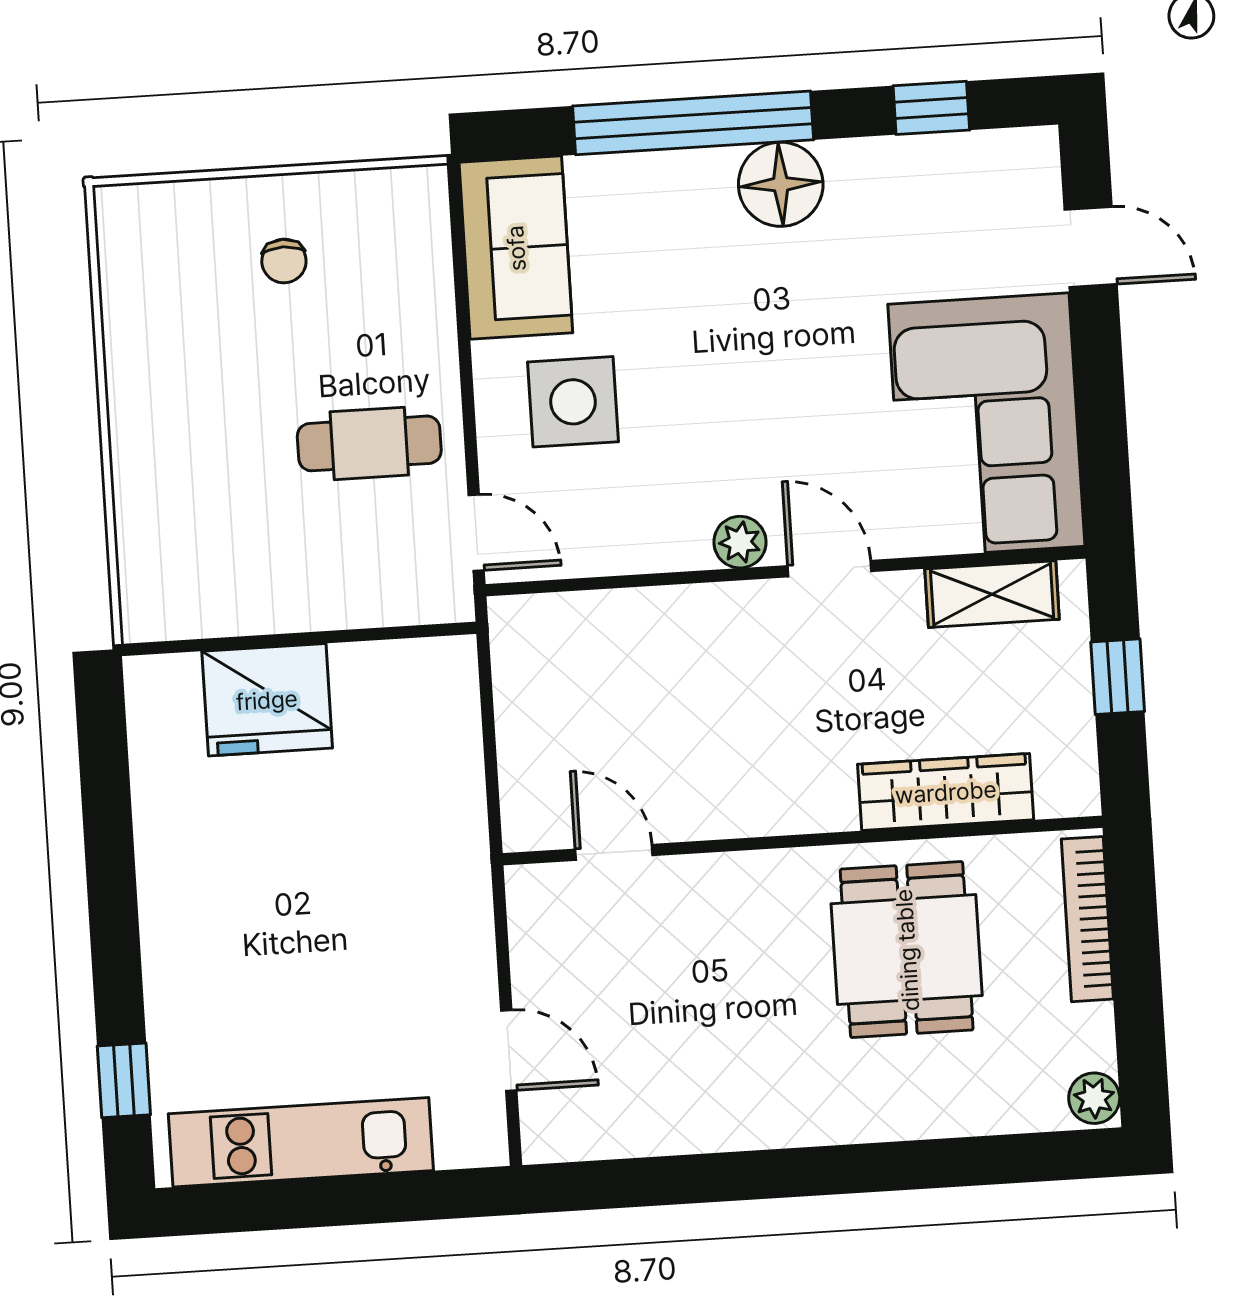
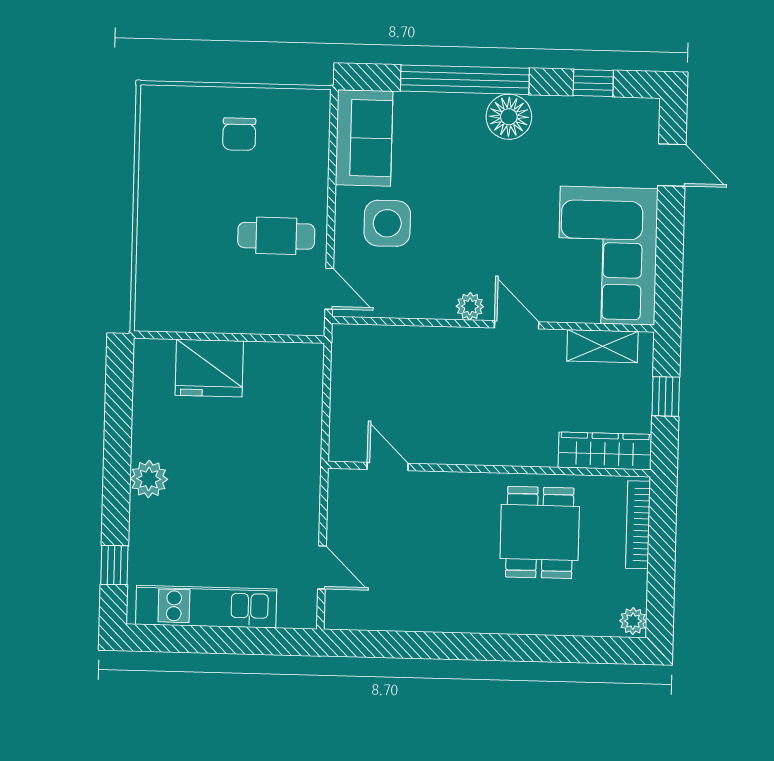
chair: (284, 261) -> (239, 134), width x1.37, depth x1.37
wardrobe: (946, 792) -> (605, 451), moved
plant: (173, 915) -> (149, 479), added

